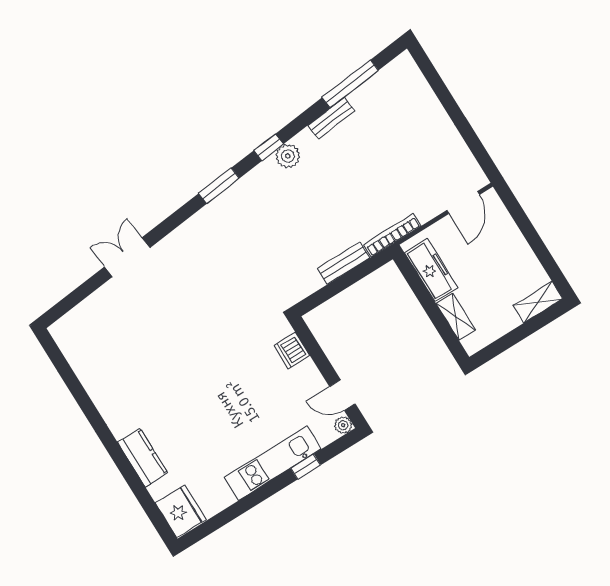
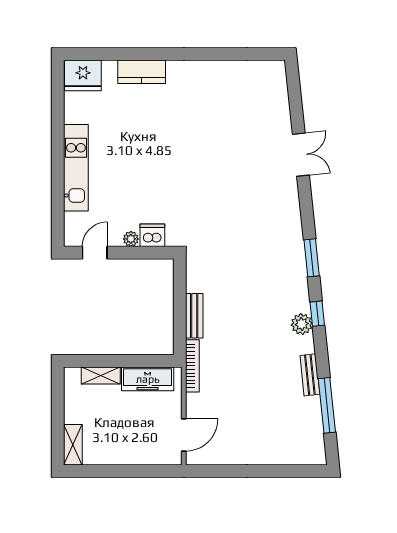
door: (463, 203) -> (184, 435), swing flipped
plant: (343, 425) -> (131, 239), moved
window: (306, 467) -> (58, 191), removed

